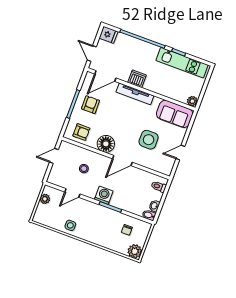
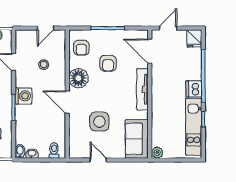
dishwasher: (137, 79) -> (194, 89), moved, turned 180
armchair: (90, 105) -> (108, 63), moved, turned 90
door: (54, 156) -> (45, 28), swing flipped

